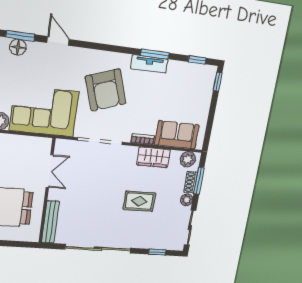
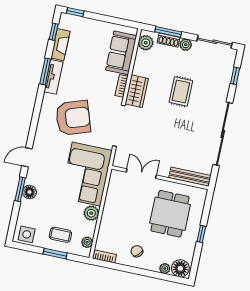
fireplace: (184, 69) -> (61, 45), added
wardrobe: (153, 157) -> (137, 91), moved

